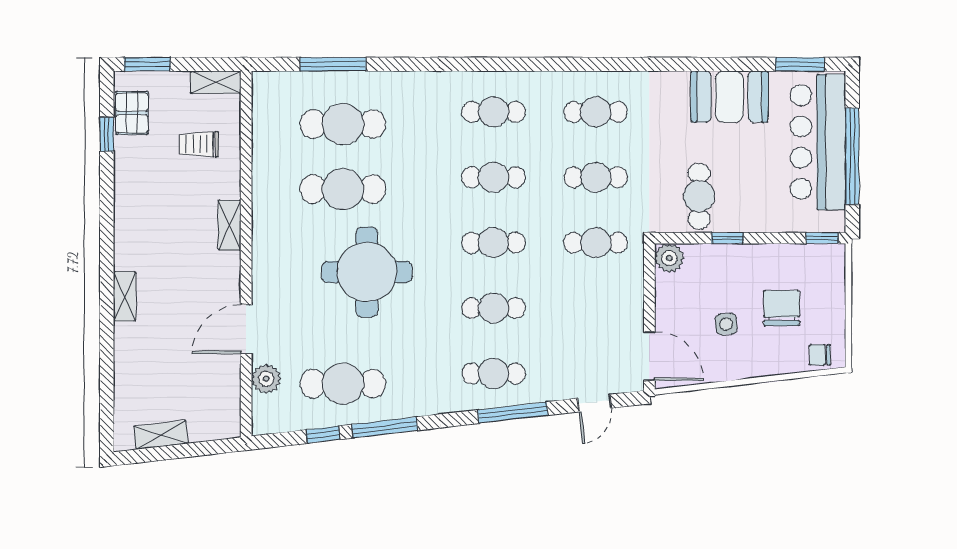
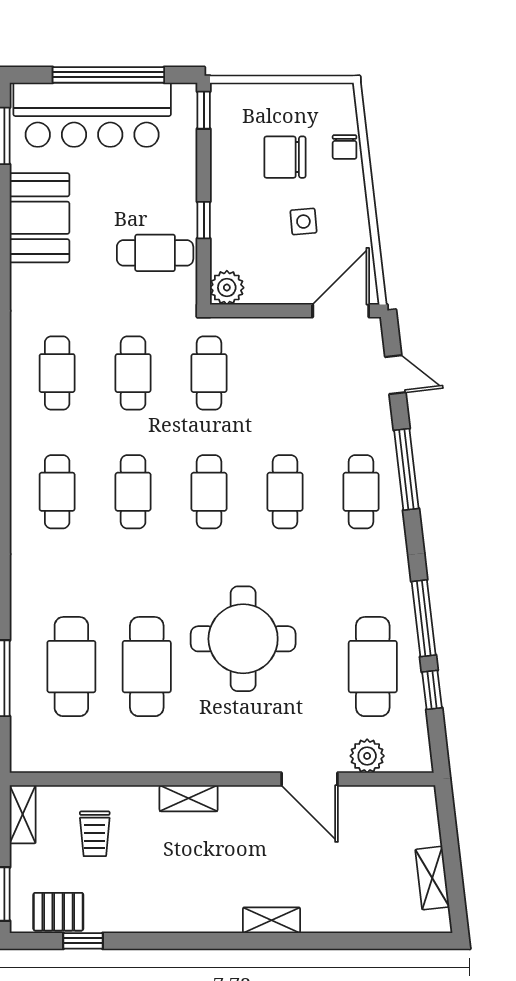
chair: (820, 355) -> (345, 147), moved

